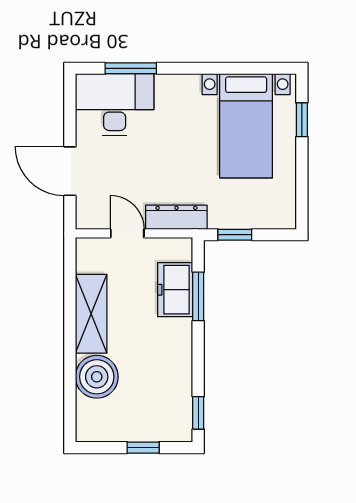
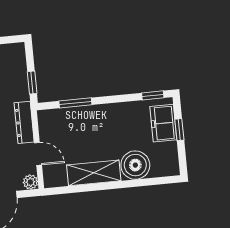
plant: (87, 218) -> (30, 182), added
door: (127, 233) -> (38, 154), swing flipped
freezer: (175, 290) -> (163, 123), moved, turned 90

